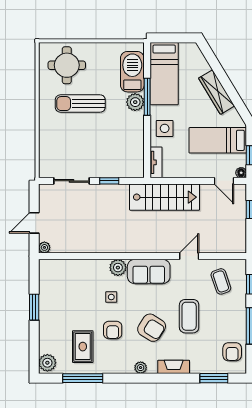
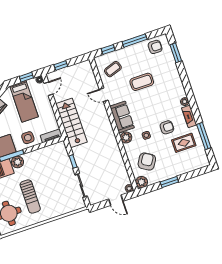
armchair: (152, 328) -> (147, 162), moved
plant: (47, 363) -> (142, 182), moved
fireplace: (174, 367) -> (189, 116), moved

